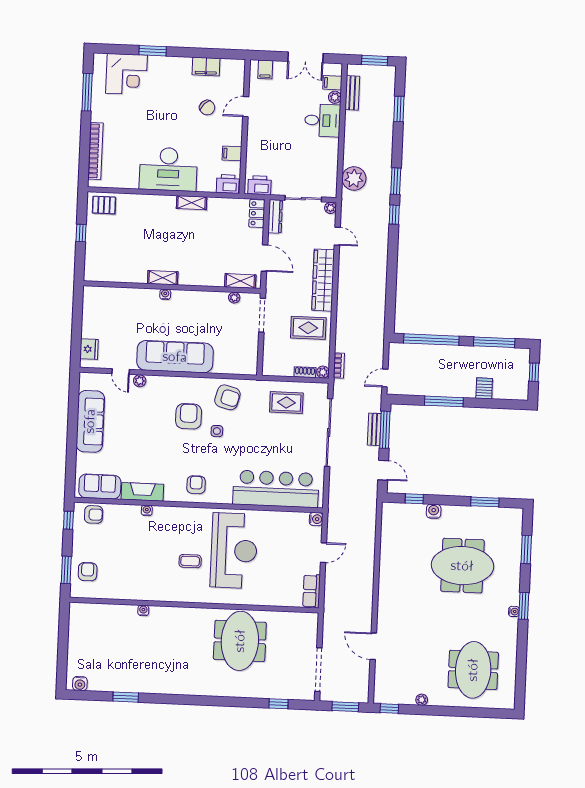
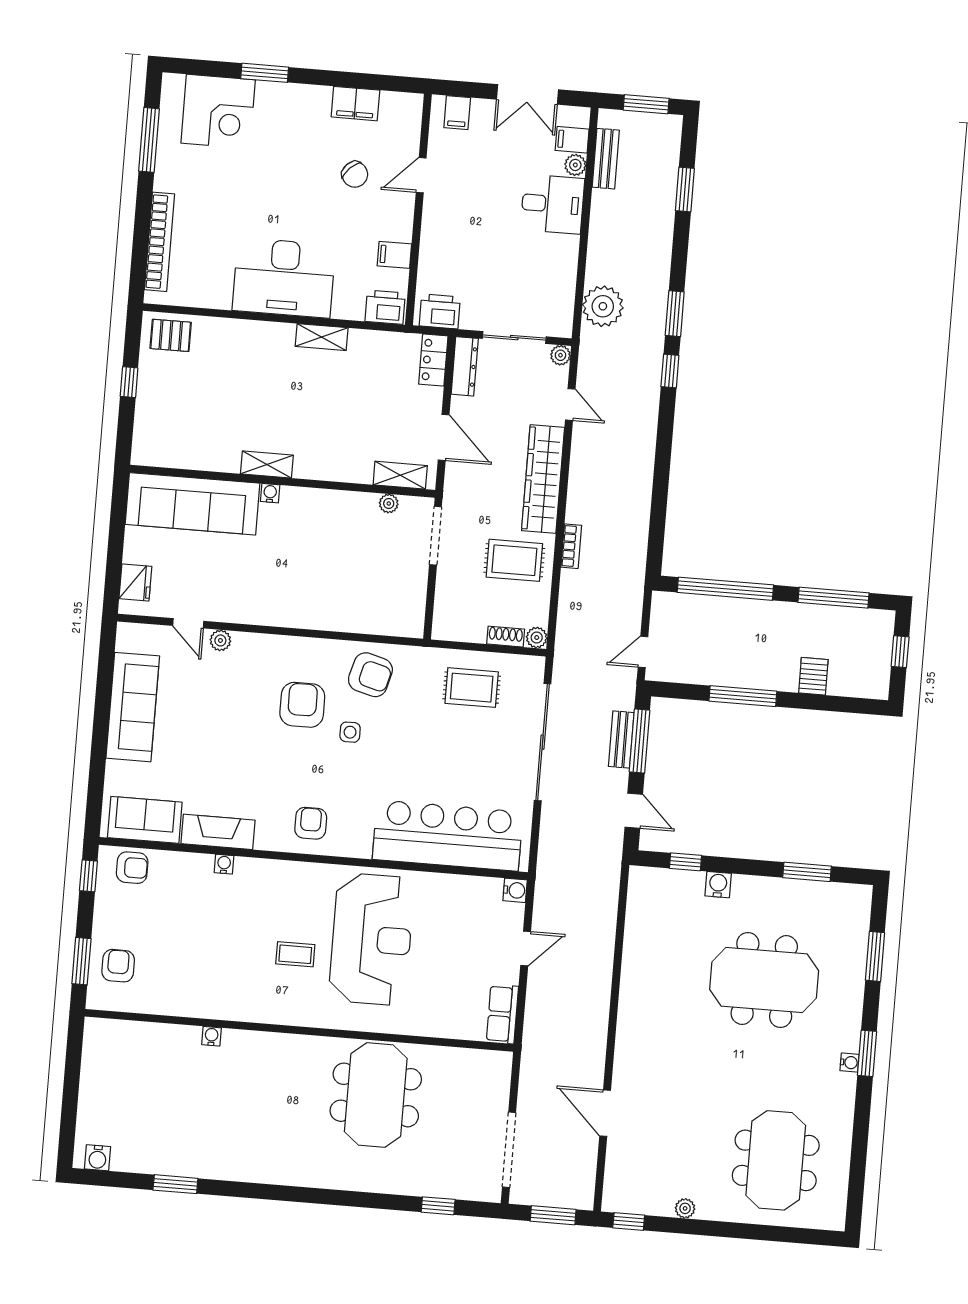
sofa: (175, 357) -> (192, 504), moved, turned 180
bookcase: (339, 366) -> (571, 546), moved

